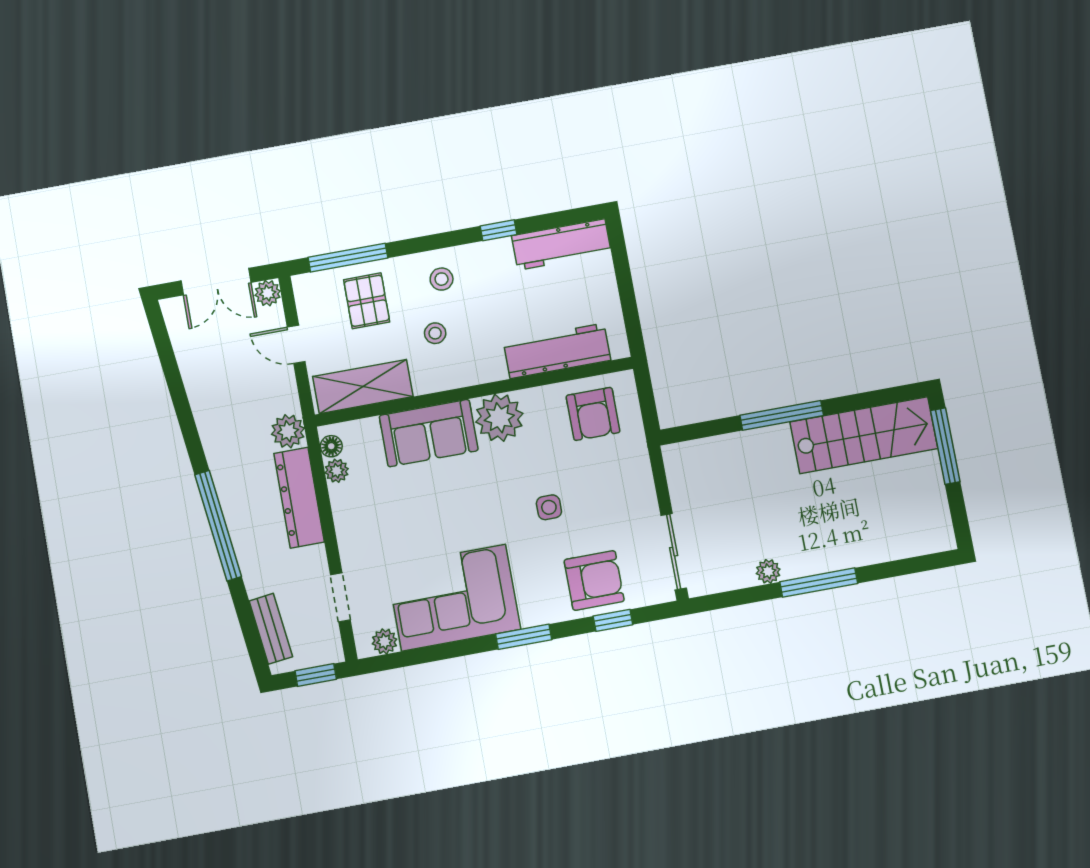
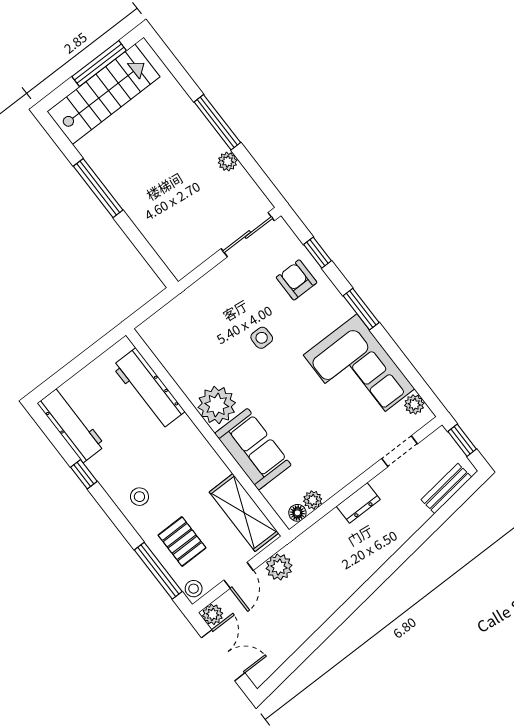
pallet: (367, 301) -> (182, 542), turned 90
stool: (435, 333) -> (194, 589), moved
armchair: (593, 414) -> (180, 341), removed
window: (782, 415) -> (98, 188), moved
plant: (288, 431) -> (279, 567), moved
stairs: (864, 435) -> (104, 94), moved, turned 90
window: (945, 446) -> (99, 64), moved
dresser: (299, 498) -> (358, 503), width x0.51, depth x0.80
window: (218, 526) -> (394, 563), removed
armchair: (594, 580) -> (297, 280), width x0.72, depth x0.72

